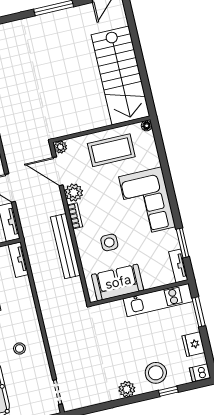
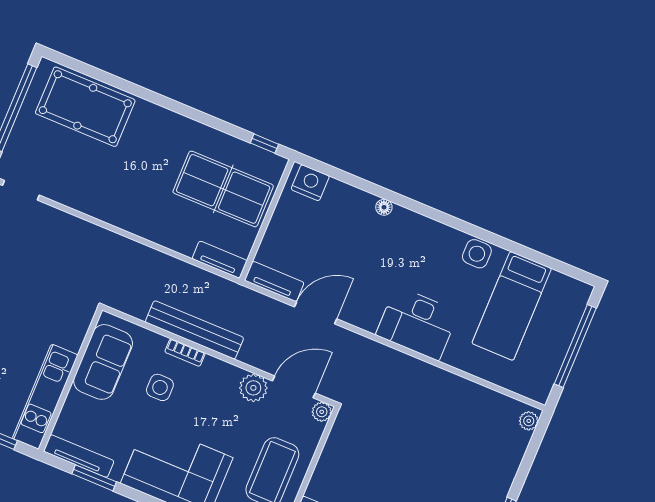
bookcase: (75, 216) -> (185, 353), moved
tv unit: (178, 266) -> (79, 456), width x1.41
stool: (19, 349) -> (109, 182), removed

